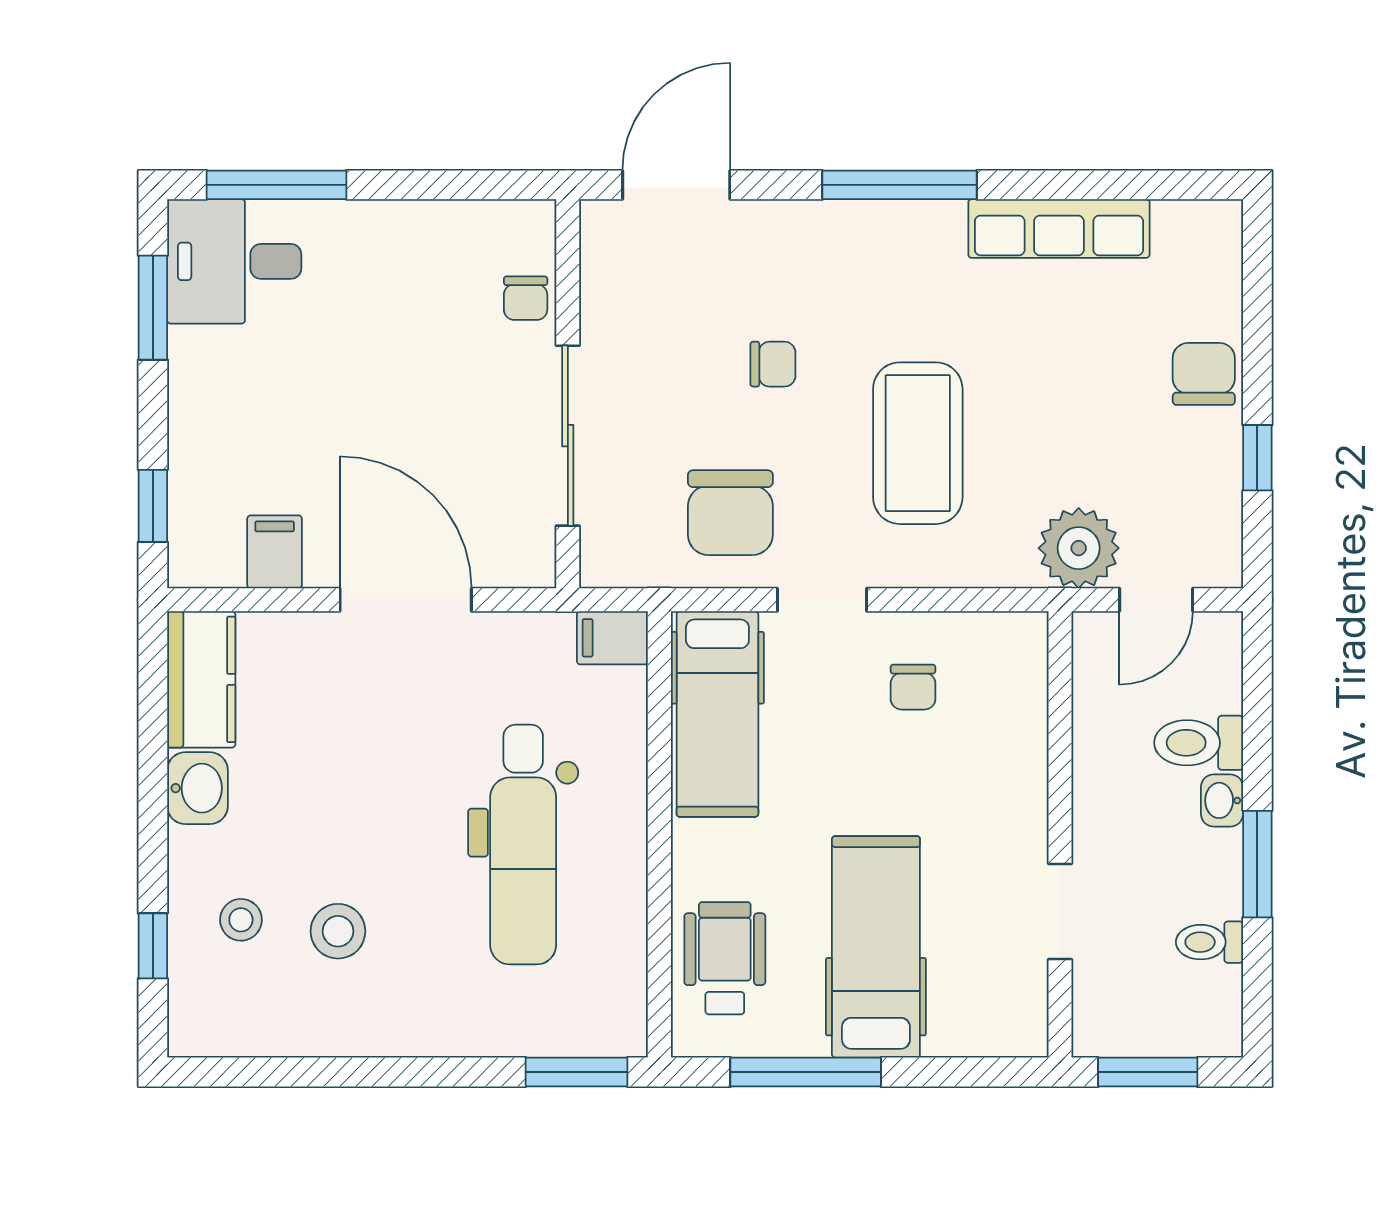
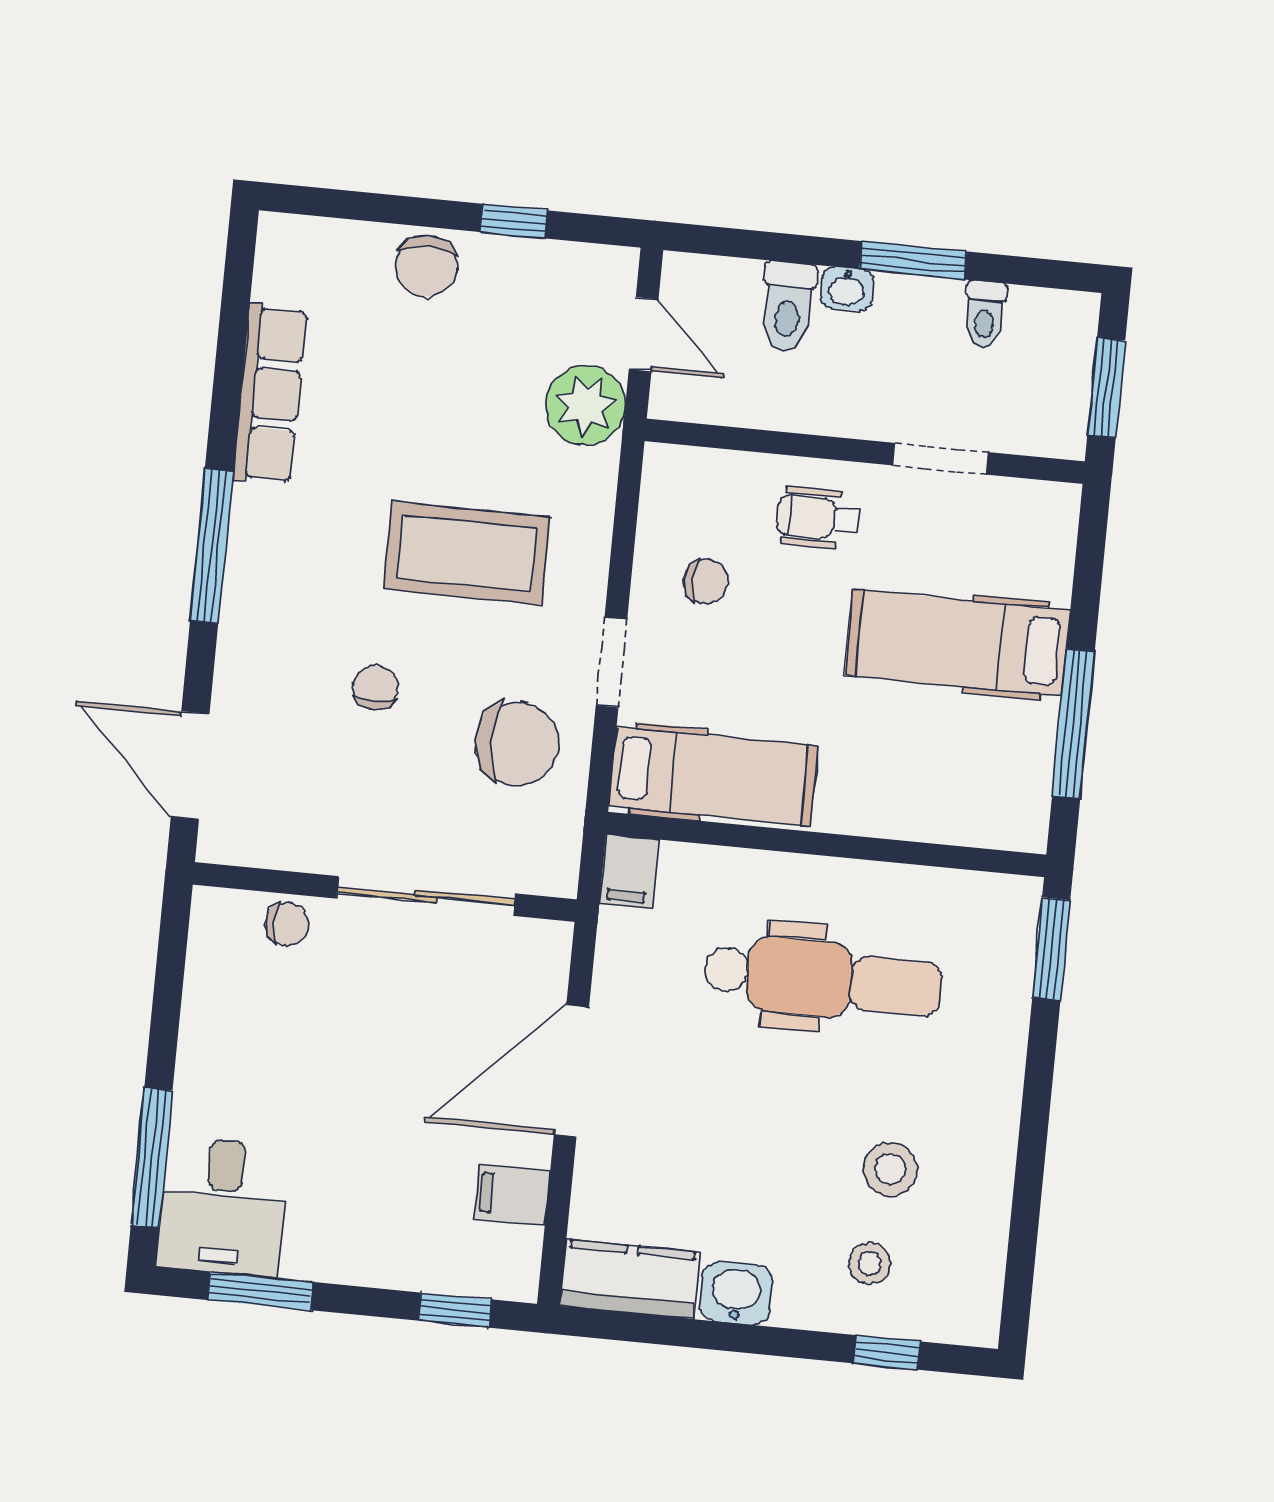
chair: (1204, 374) -> (426, 266), turned -90
wheelchair: (725, 958) -> (818, 518), moved, width x0.73, depth x0.73

